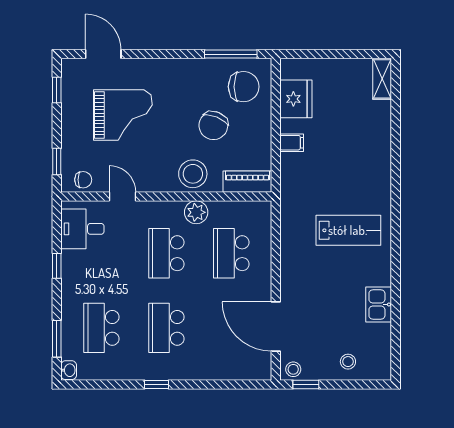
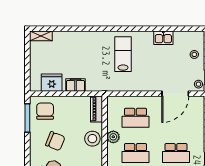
chair: (213, 125) -> (55, 141), moved
filing cabinet: (292, 143) -> (75, 85), width x2.00

